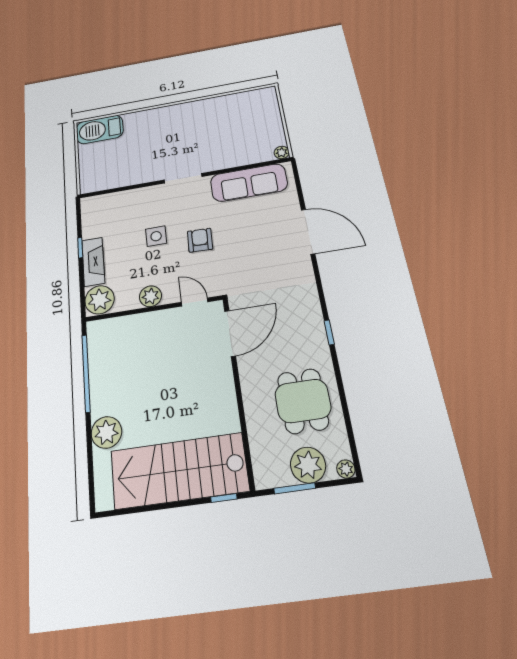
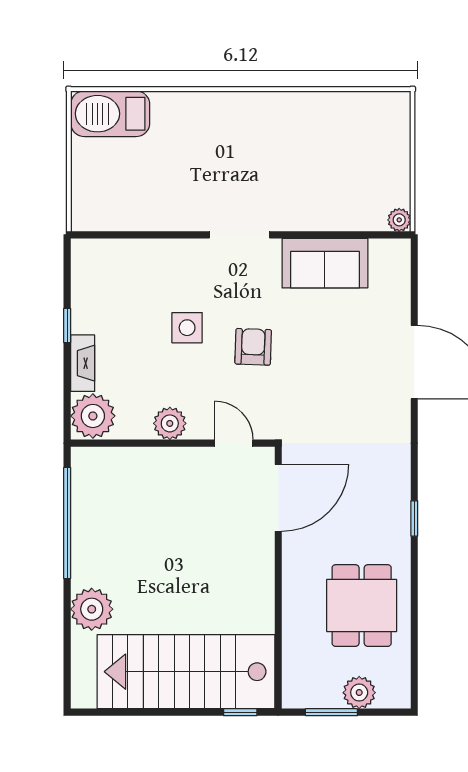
sofa: (249, 183) -> (325, 263), width x0.73
fireplace: (93, 262) -> (83, 363), width x0.73, depth x0.76
plant: (308, 465) -> (359, 693), width x0.73, depth x0.73
plant: (346, 469) -> (400, 698), removed

